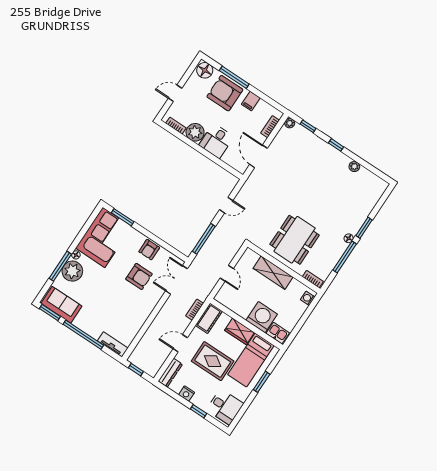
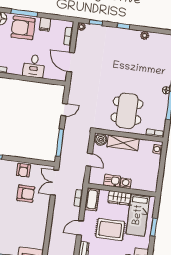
plant: (195, 132) -> (15, 67), removed
boiler: (250, 257) -> (101, 139), added
washing machine: (262, 317) -> (126, 183), width x0.53, depth x0.53
kitchen sink: (278, 333) -> (112, 181), moved

